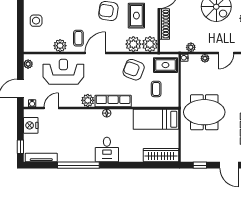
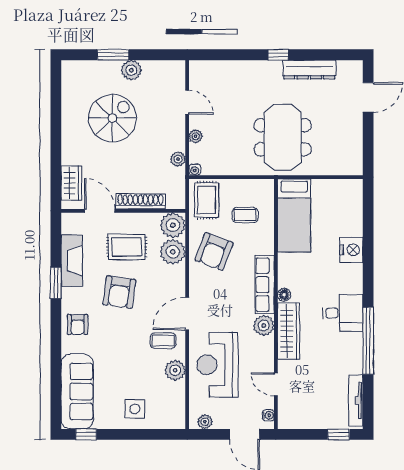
door: (95, 53) -> (187, 314), hinge flipped
nightstand: (31, 125) -> (351, 250), moved, turned -90
desk: (107, 149) -> (343, 313), moved
wardrobe: (161, 155) -> (289, 331), moved, turned 180
window: (200, 165) -> (368, 145), removed

